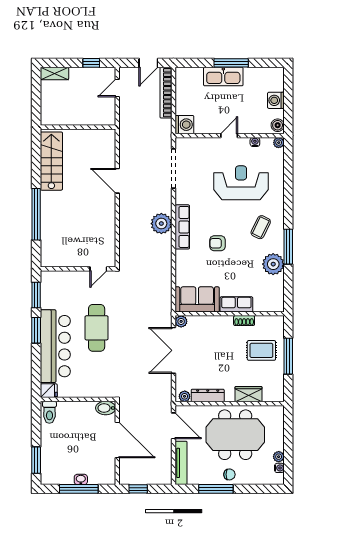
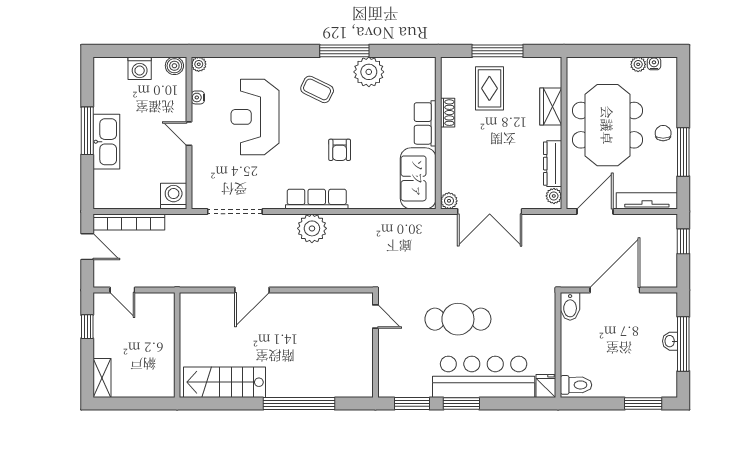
window: (138, 489) -> (683, 241), moved

